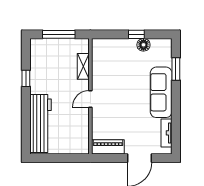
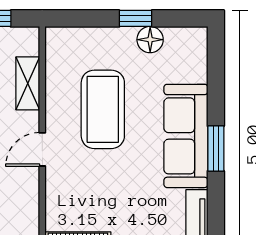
window: (176, 69) -> (216, 148), moved
coffee table: (120, 79) -> (103, 109), added

